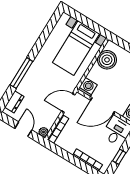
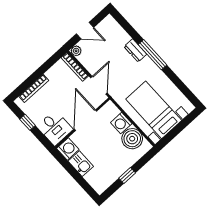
window: (21, 73) -> (152, 55), moved
washing machine: (88, 87) -> (121, 123), moved, turned 90
dresser: (14, 102) -> (135, 50), moved

